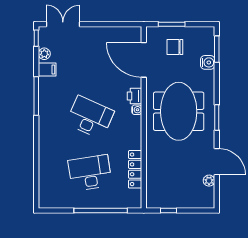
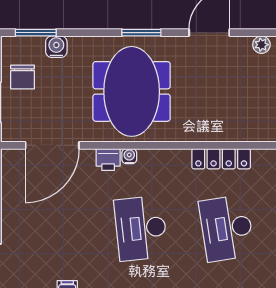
chair: (175, 47) -> (23, 77), moved
meeting table: (179, 111) -> (132, 91), turned 90
desk: (90, 117) -> (141, 228), turned -30
plant: (209, 181) -> (261, 45), moved

